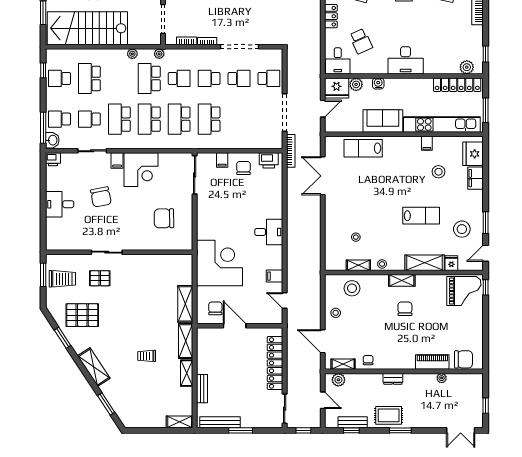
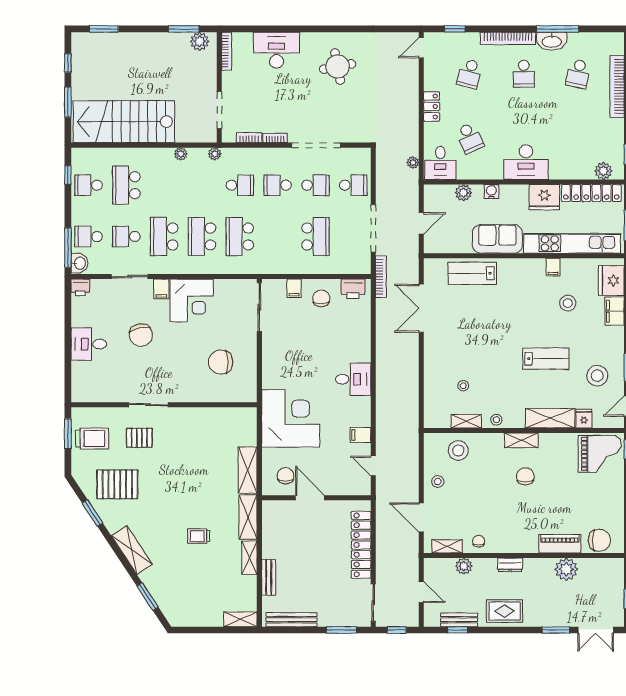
plant: (316, 61) -> (413, 163), added
school desk: (149, 78) -> (202, 185), removed
fridge: (337, 88) -> (544, 197), moved
school desk: (209, 119) -> (315, 237), moved, turned 180
plant: (442, 378) -> (566, 569), width x1.88, depth x1.88
plant: (338, 380) -> (464, 566), moved
window: (241, 430) -> (342, 630), moved
window: (400, 430) -> (556, 630), moved

